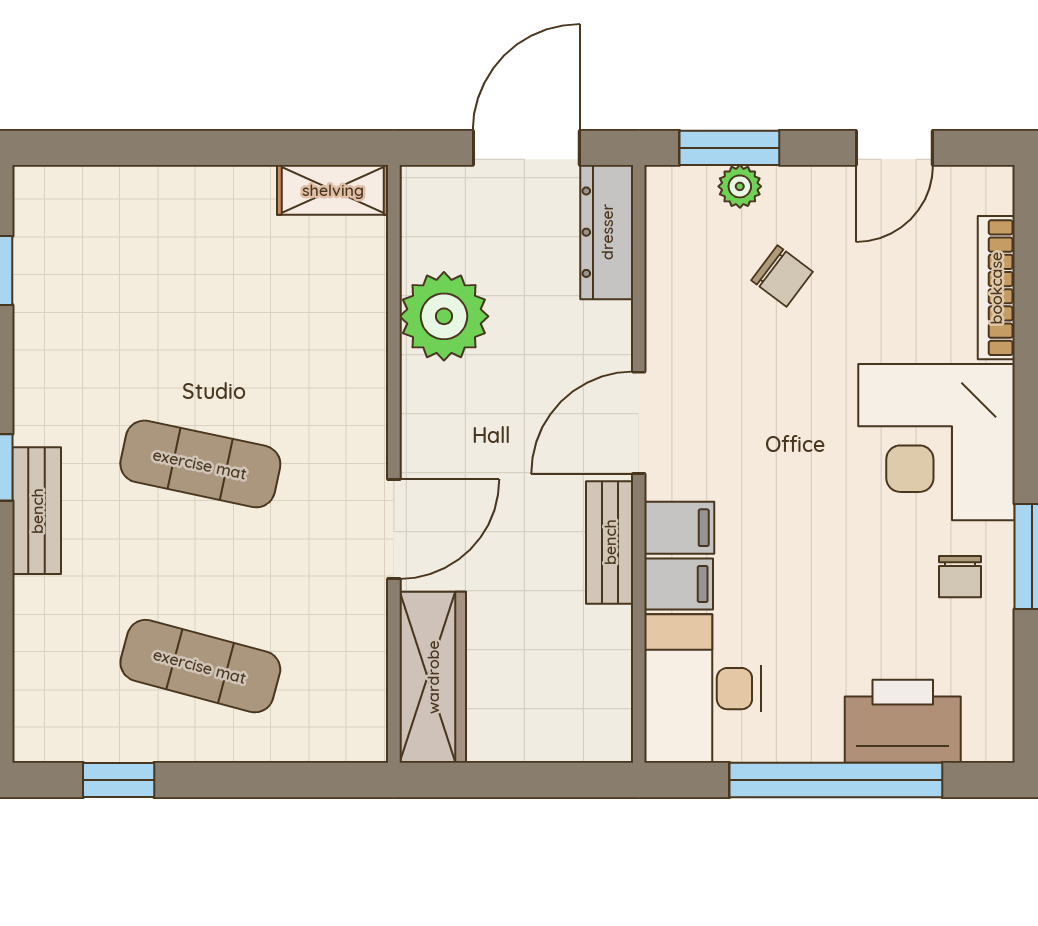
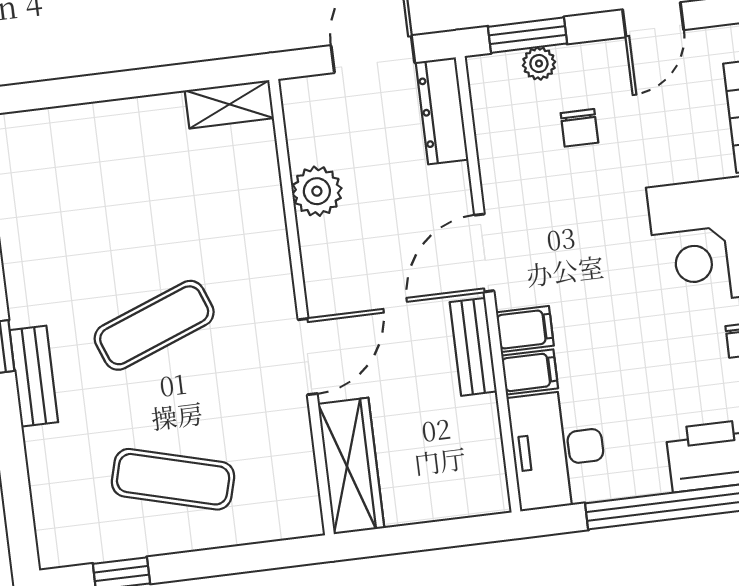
chair: (782, 276) -> (579, 128), turned 53
plant: (444, 316) -> (317, 191), width x0.73, depth x0.73
exercise mat: (200, 464) -> (154, 325), turned -33

